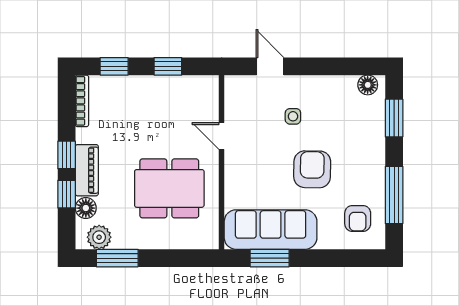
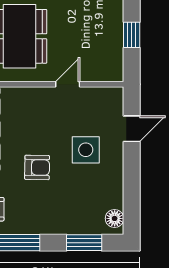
side table: (293, 116) -> (86, 150), width x1.87, depth x1.87
armchair: (312, 169) -> (37, 167), width x0.72, depth x0.72

